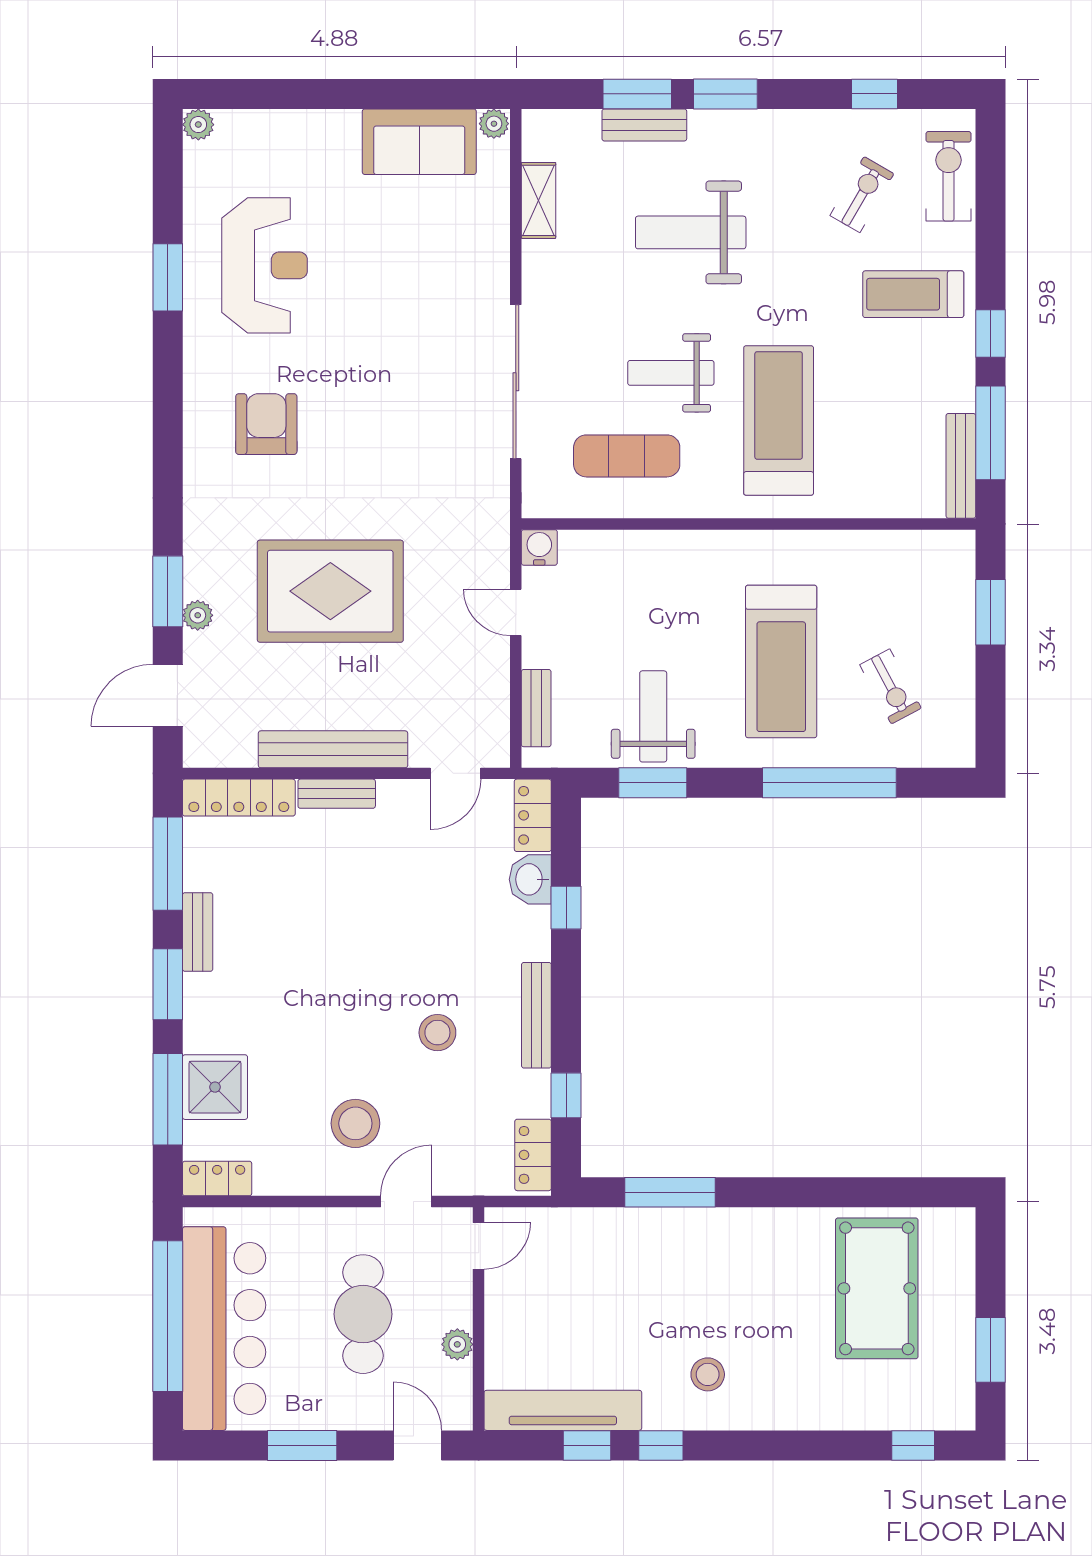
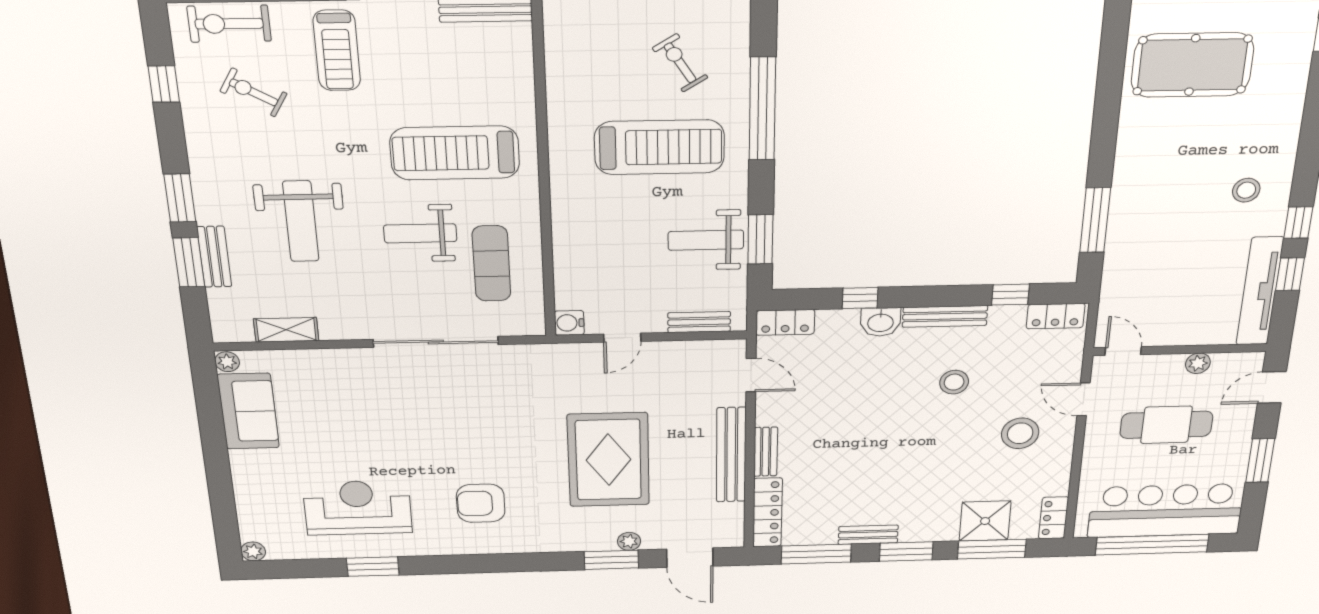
weight bench: (671, 373) -> (420, 233), turned 90
exercise bike: (891, 686) -> (680, 63), turned -94
washbasin: (530, 879) -> (880, 322), moved

